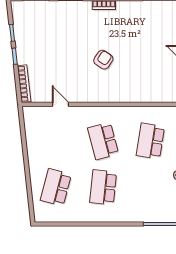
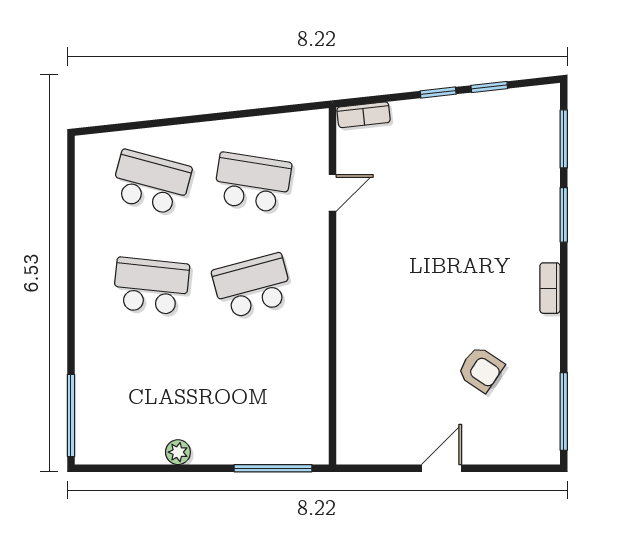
armchair: (103, 60) -> (481, 369), moved
bookcase: (24, 84) -> (364, 115), width x0.64
school desk: (150, 141) -> (252, 183), moved

